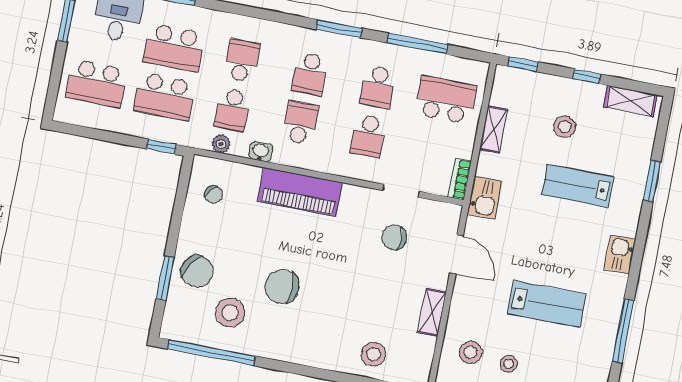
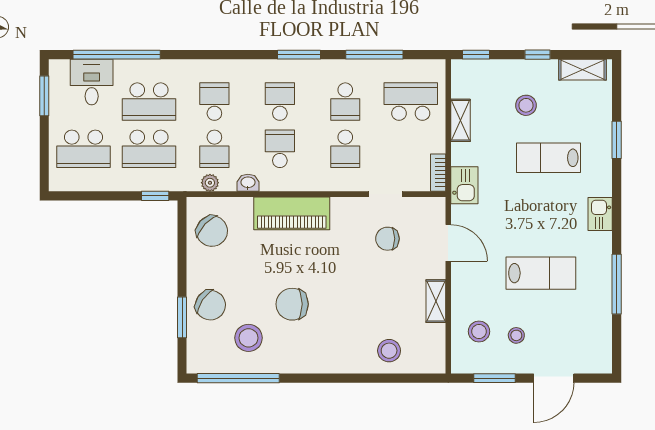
school desk: (310, 74) -> (280, 102), turned 180
chair: (213, 195) -> (212, 231), width x1.87, depth x1.87

